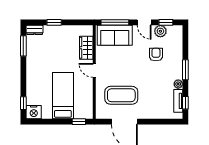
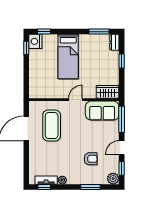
plant: (160, 31) -> (113, 179), moved
sofa: (115, 35) -> (102, 111), moved, turned -90
wardrobe: (86, 48) -> (107, 92), moved
window: (185, 70) -> (91, 187), moved
bed: (63, 96) -> (68, 57), moved, turned 90
window: (79, 122) -> (26, 48), moved

